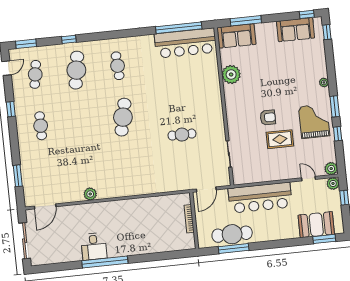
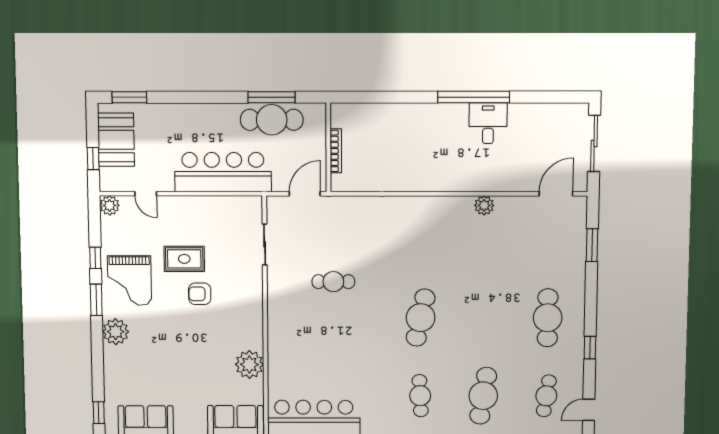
plant: (324, 82) -> (116, 332), width x1.88, depth x1.88
cafe table: (41, 126) -> (548, 318), width x1.37, depth x1.35
plant: (333, 183) -> (109, 182), removed
booth: (316, 225) -> (116, 140), moved, turned 90

